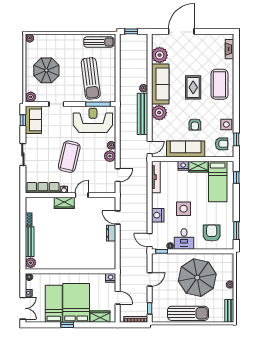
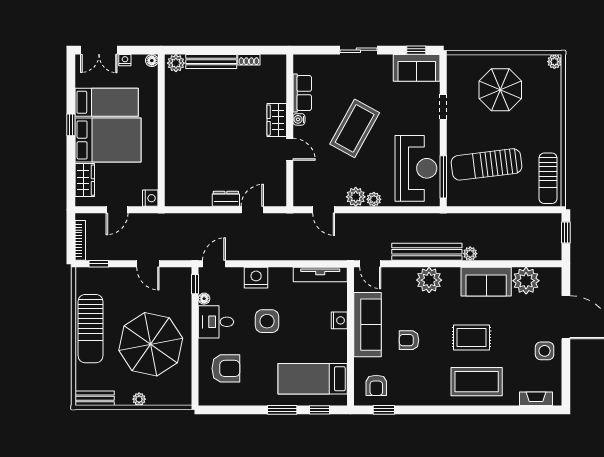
sofa: (160, 84) -> (486, 282), width x0.73
plant: (31, 97) -> (455, 63), removed
side table: (226, 124) -> (545, 351), moved
coffee table: (69, 157) -> (355, 128), turned -74
wardrobe: (198, 167) -> (338, 346), removed
row of seats: (43, 188) -> (302, 93), width x0.68
window: (236, 231) -> (282, 410), moved

